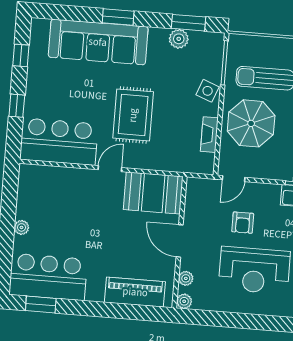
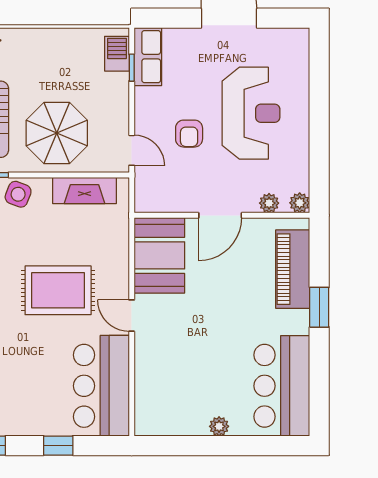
fireplace: (209, 135) -> (85, 190), width x1.37, depth x1.32
armchair: (243, 223) -> (189, 134), turned 90
window: (41, 305) -> (319, 307), moved

